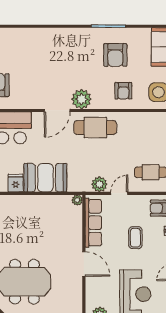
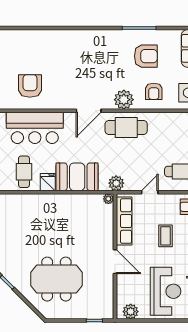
armchair: (115, 55) -> (146, 56), turned -90
plant: (81, 99) -> (124, 100), moved
plant: (99, 184) -> (116, 183), moved

